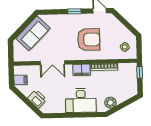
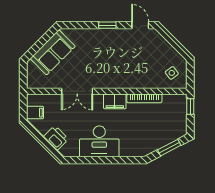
armchair: (89, 40) -> (125, 62), removed
desk: (81, 100) -> (99, 141), moved
plant: (110, 103) -> (151, 145), removed
window: (124, 104) -> (169, 148), added

